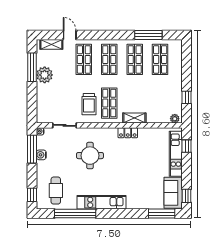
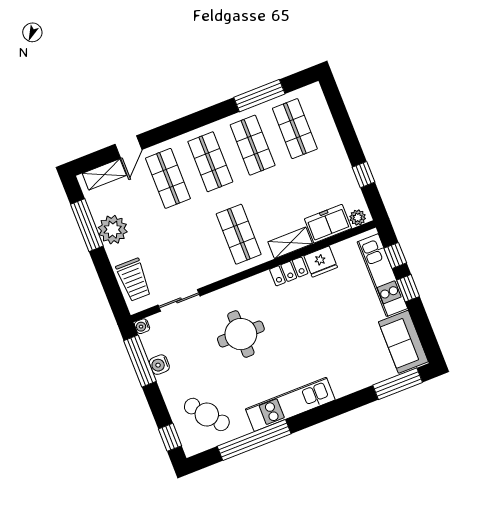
door: (70, 35) -> (128, 147), swing flipped
trolley: (89, 104) -> (134, 280), moved
freezer: (158, 116) -> (328, 224), added
fridge: (146, 134) -> (321, 262), added
cafe table: (56, 191) -> (207, 414), turned -39
window: (187, 196) -> (408, 288), moved

